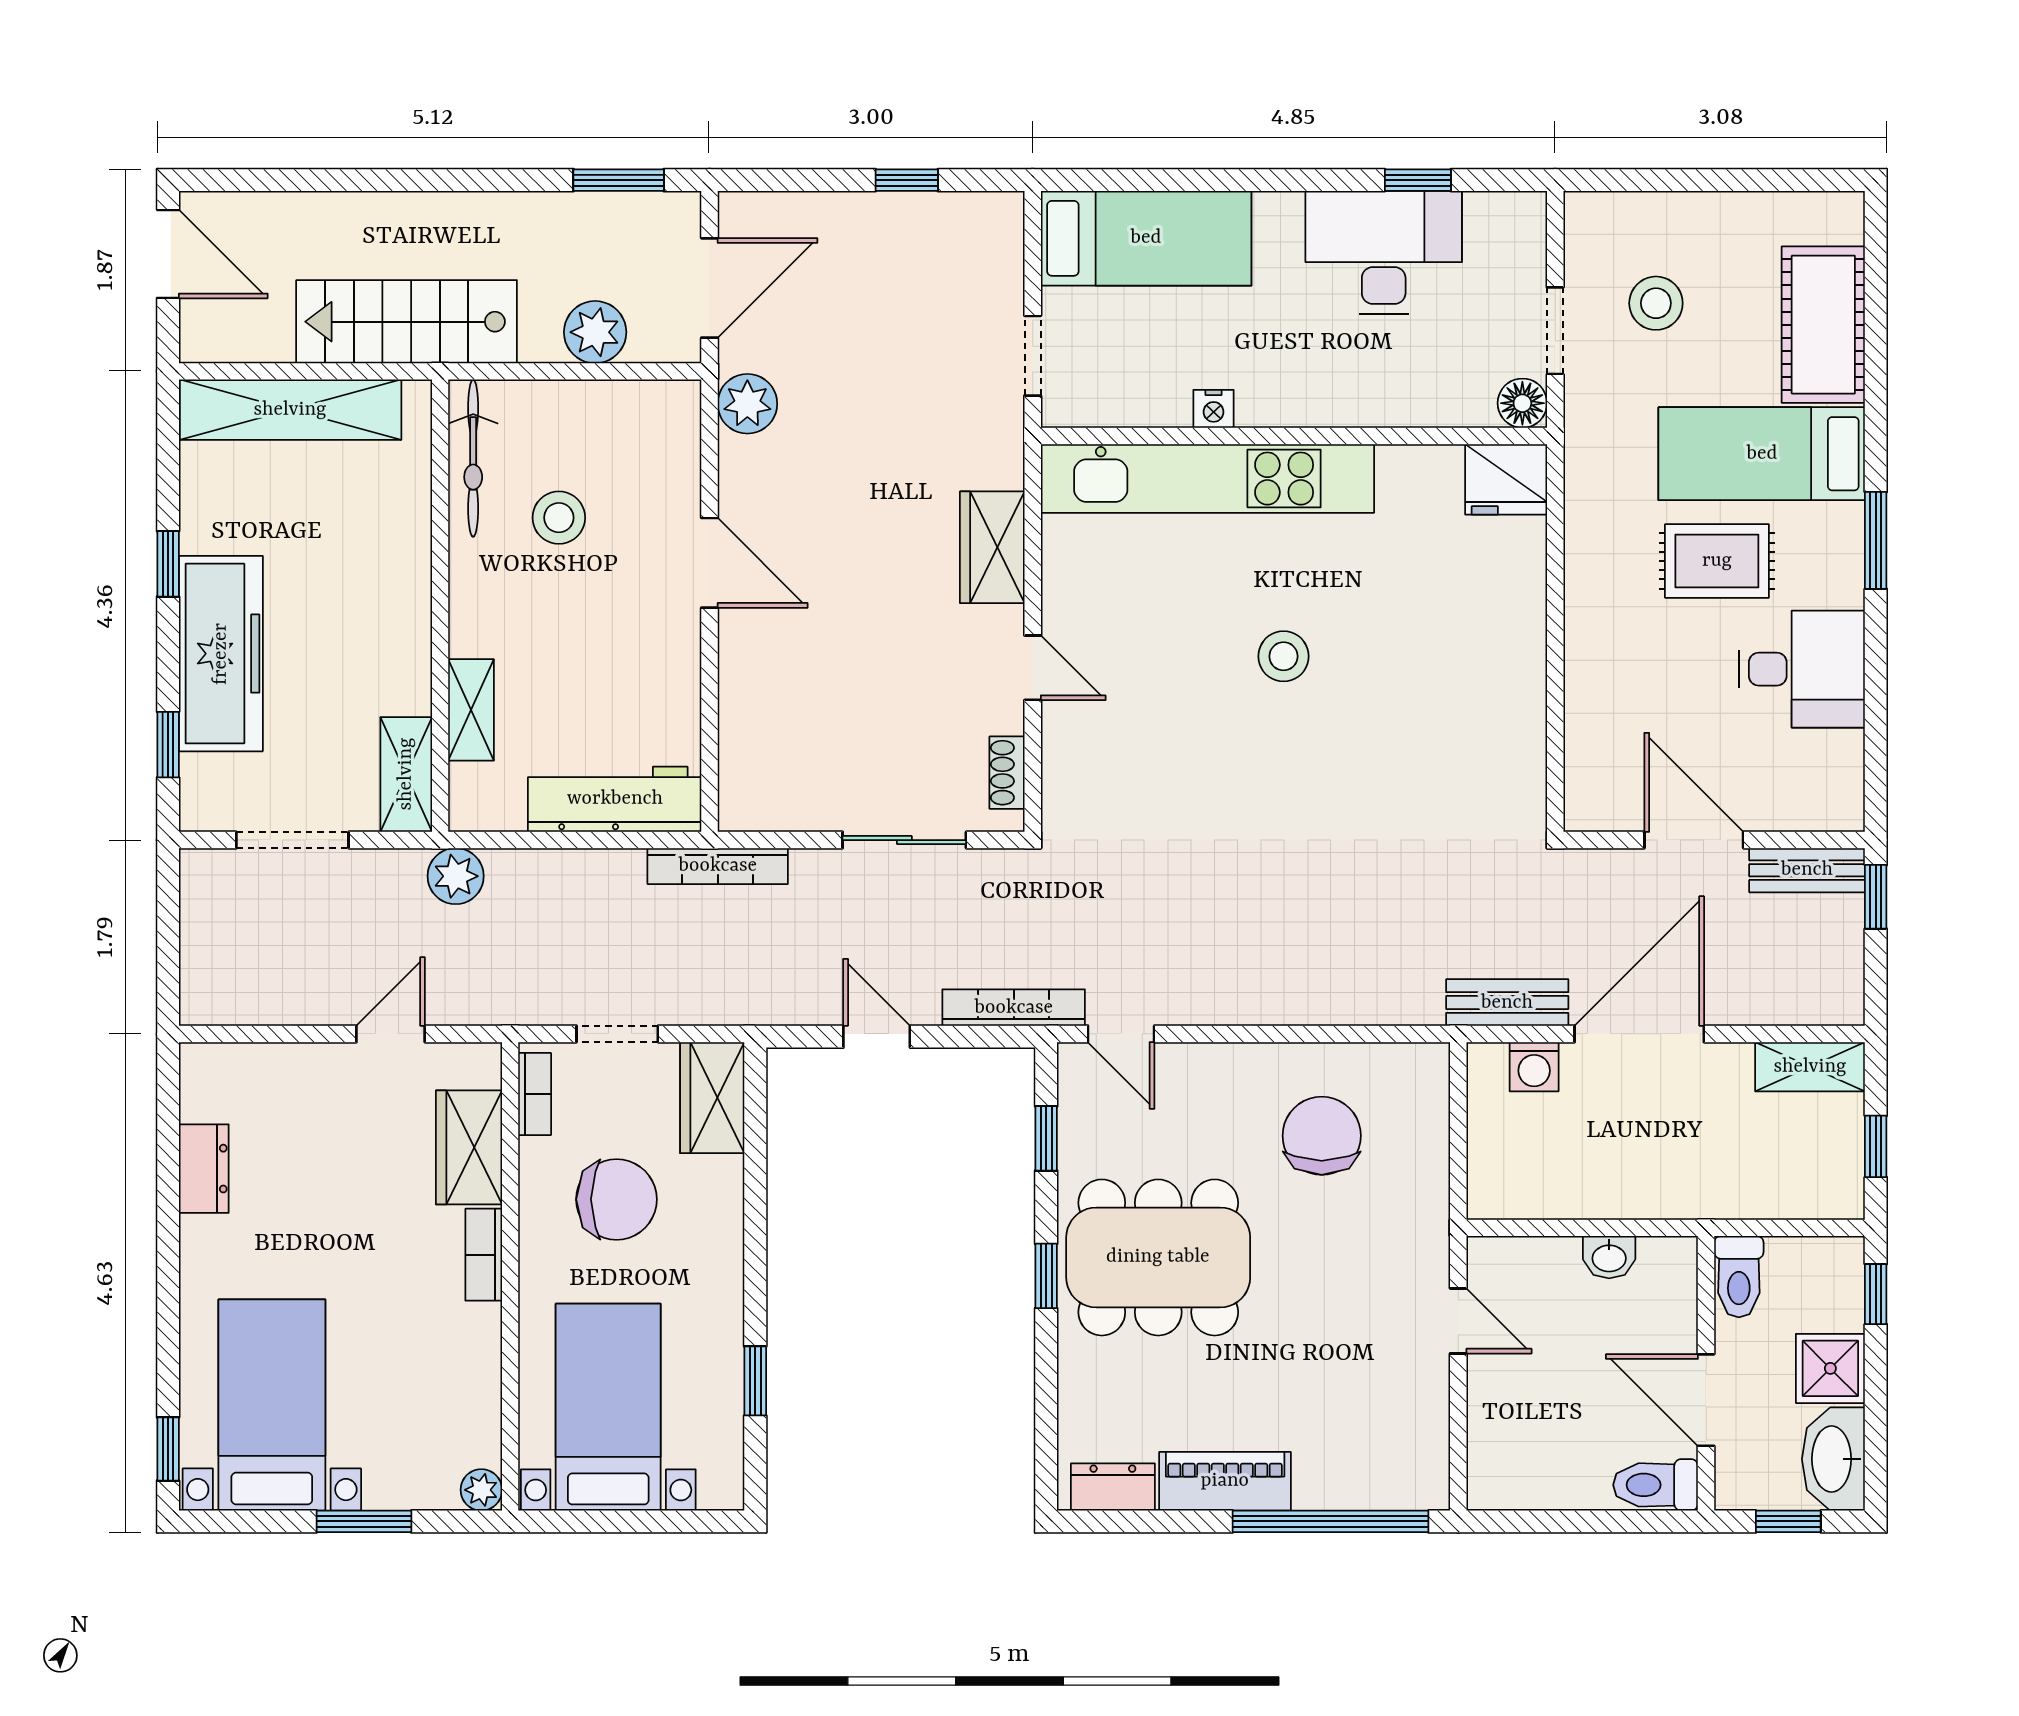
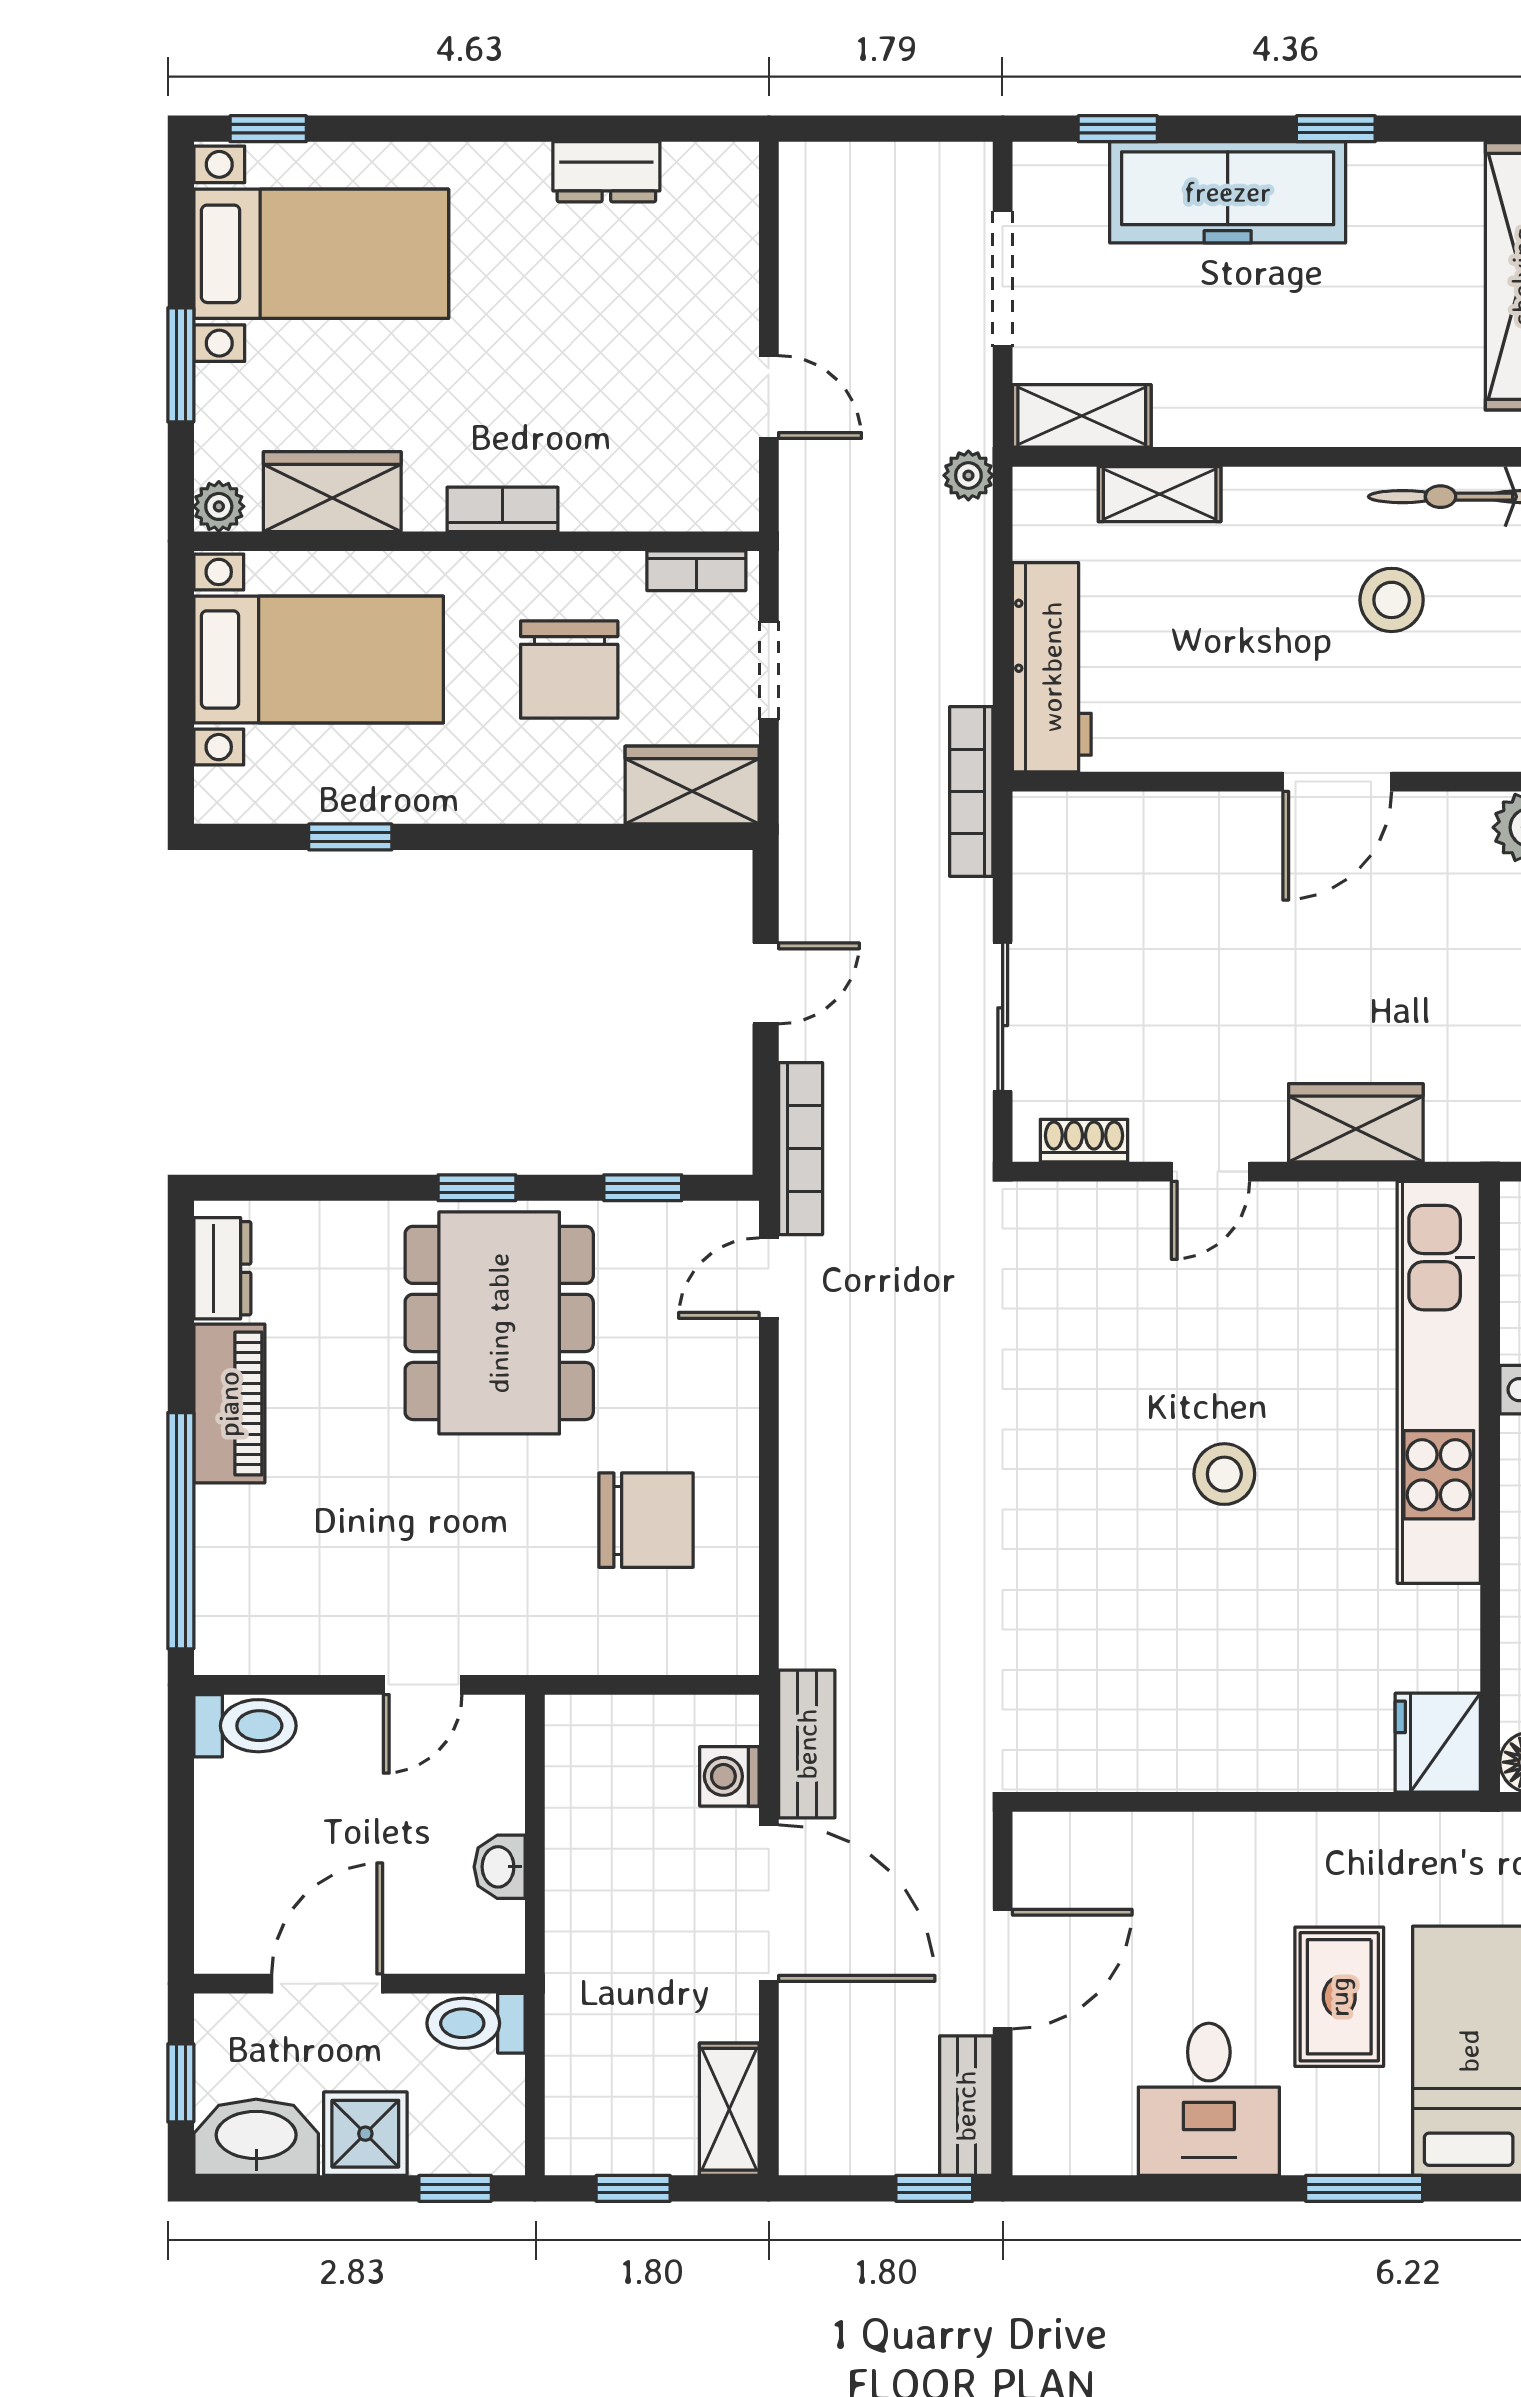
plant: (456, 876) -> (968, 475), width x0.73, depth x0.73
wardrobe: (469, 1147) -> (332, 492), moved
toilet: (1655, 1485) -> (245, 1726), moved, turned 90

